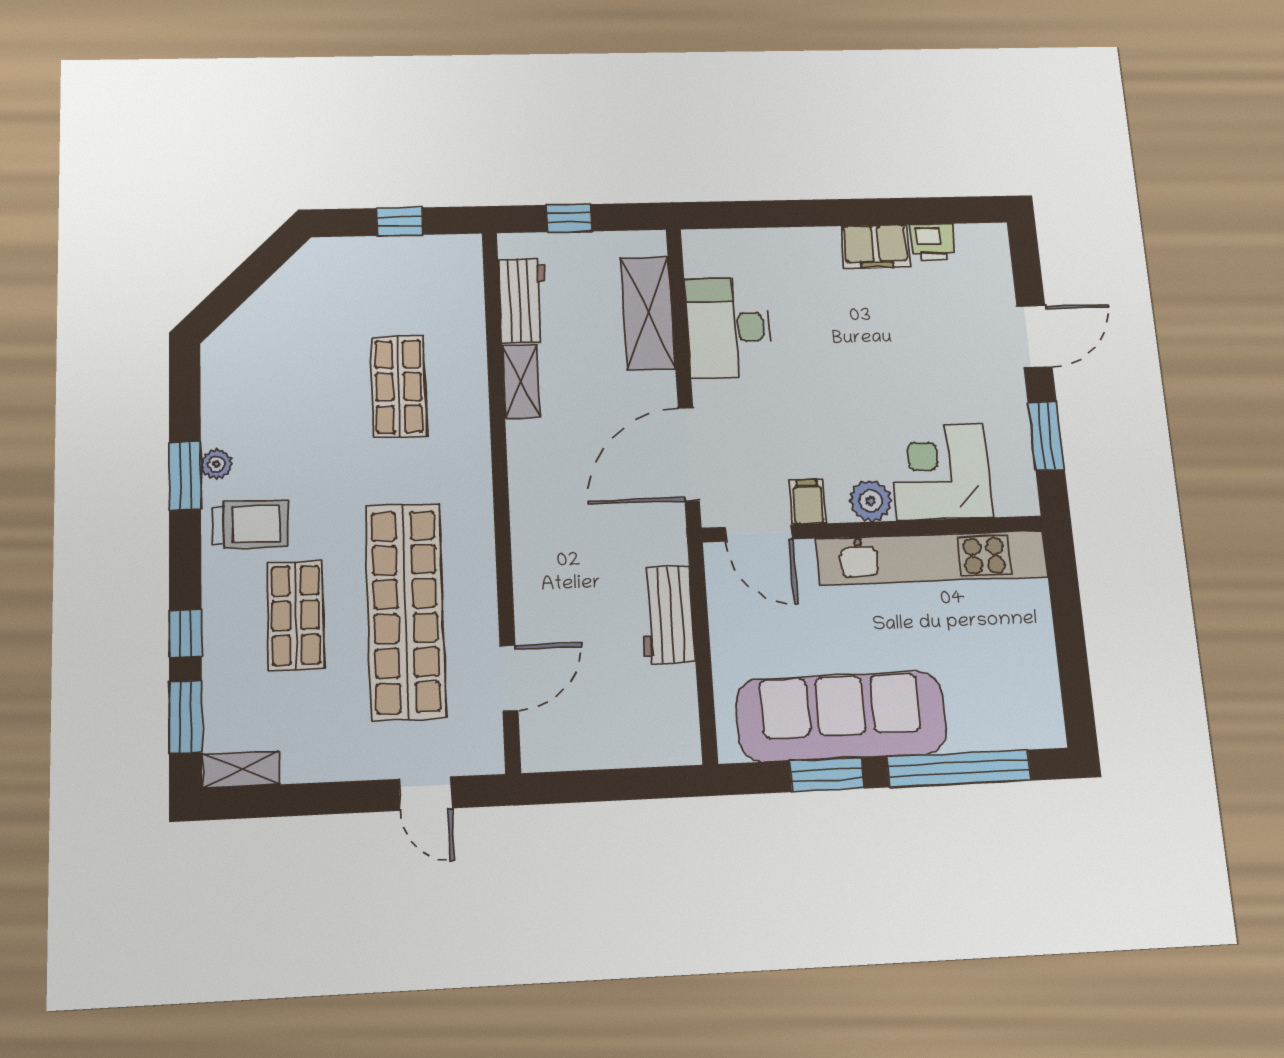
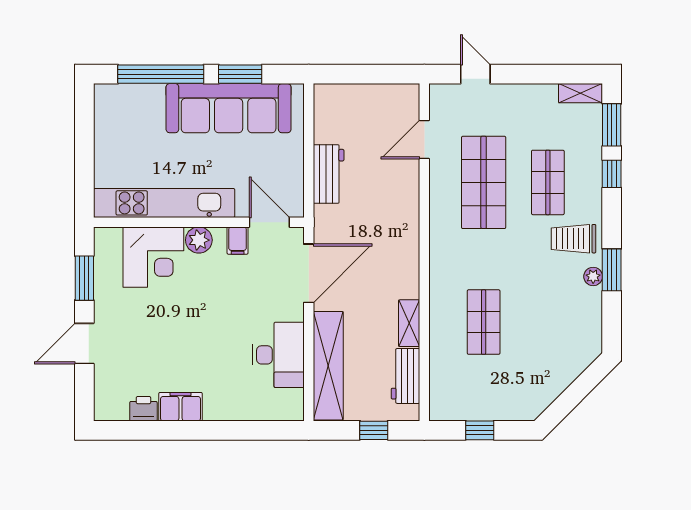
shelving: (648, 313) -> (328, 366), width x1.47
shop shelf: (406, 611) -> (484, 182), width x0.71

